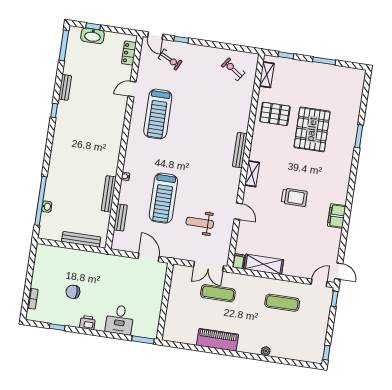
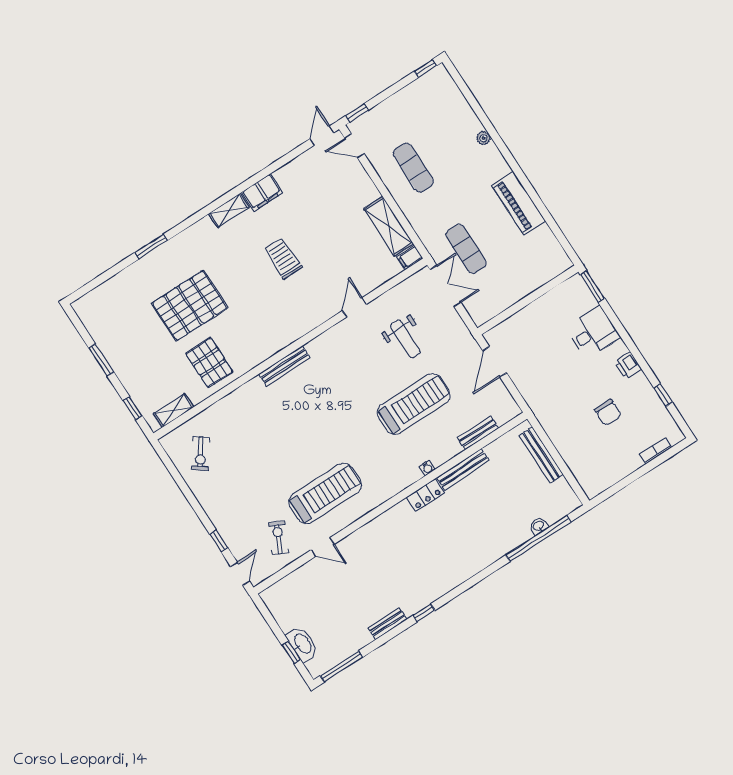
locker: (129, 53) -> (425, 495), moved
exercise bike: (170, 60) -> (278, 538), moved
shelving: (252, 174) -> (229, 211), moved

